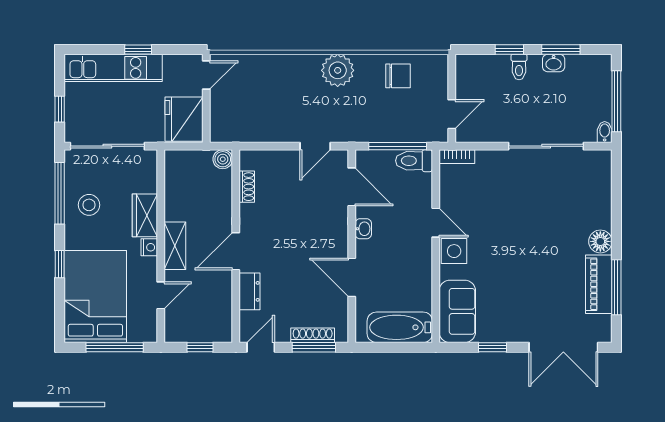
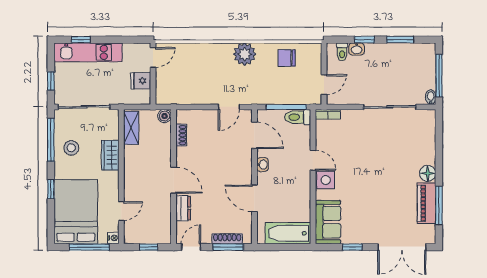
window: (138, 50) -> (81, 40), moved
washbasin: (554, 63) -> (357, 49), moved
toilet: (519, 67) -> (342, 52), moved
chair: (398, 76) -> (287, 58), turned 180
fridge: (184, 119) -> (141, 81), width x0.53, depth x0.75
shelving: (175, 246) -> (131, 128), moved
nightstand: (149, 247) -> (113, 238), moved
door: (236, 251) -> (174, 180), swing flipped

